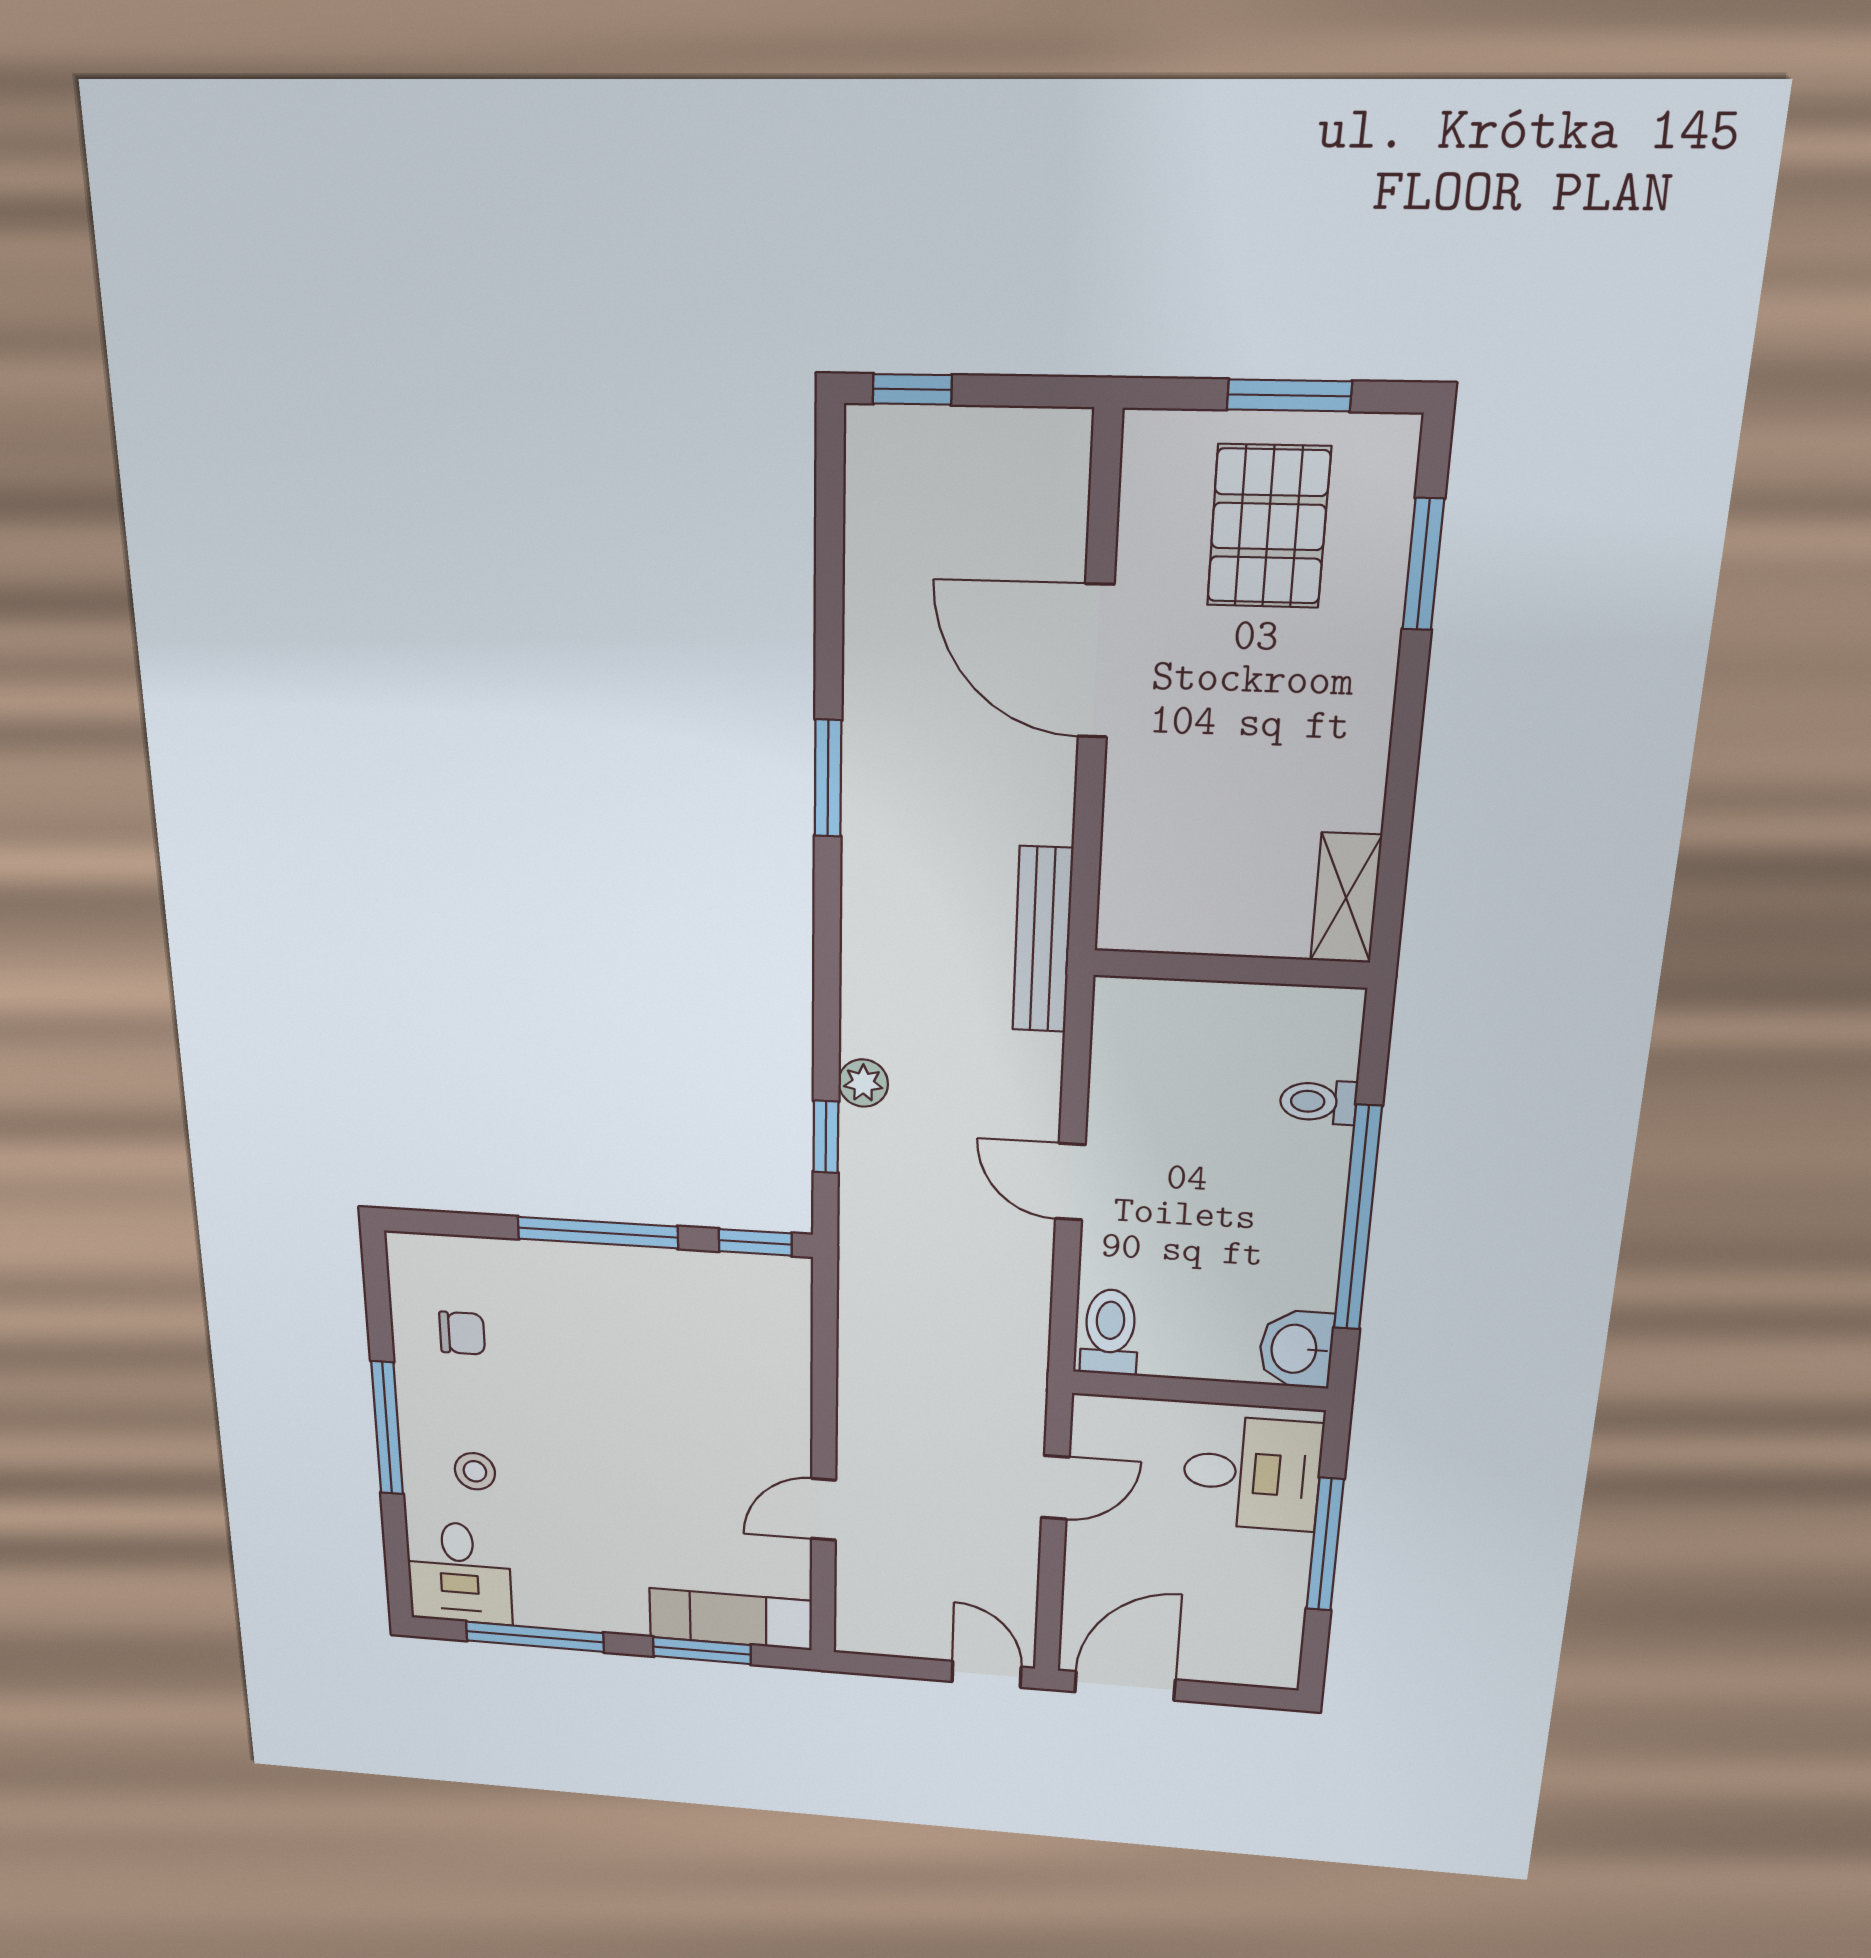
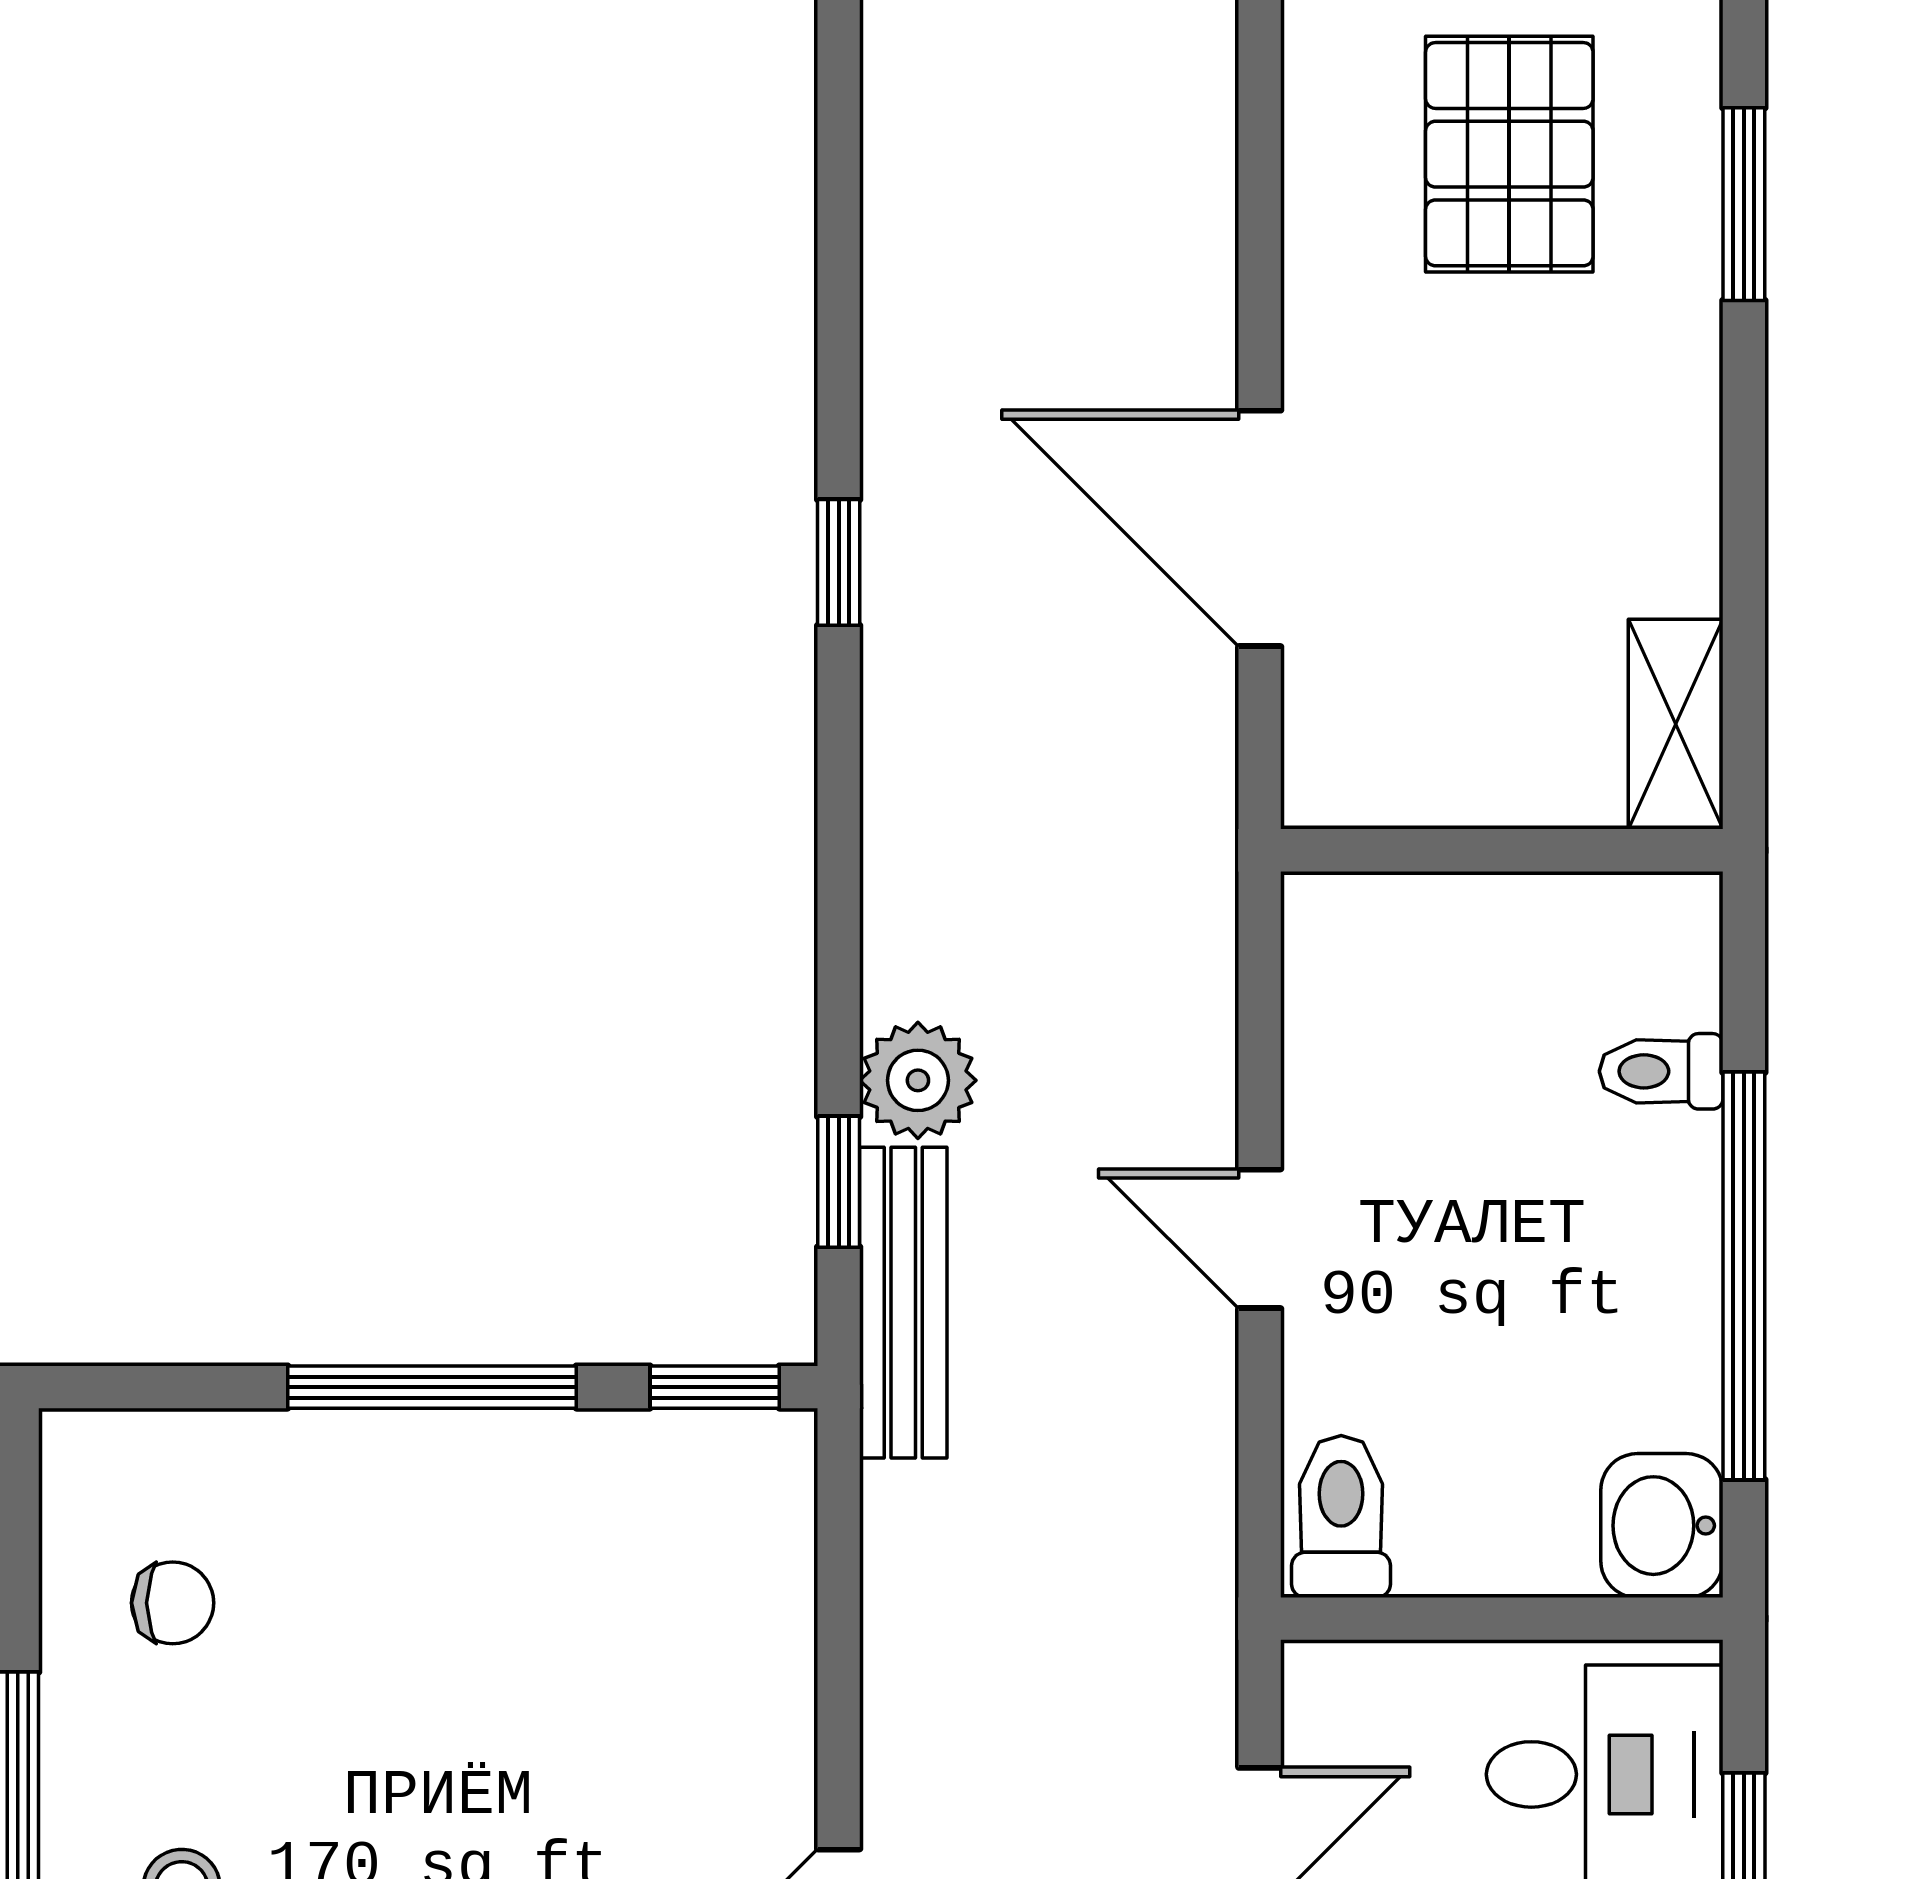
door: (1096, 661) -> (1260, 528), moved
window: (828, 778) -> (839, 562), width x0.67
bench: (1043, 940) -> (903, 1303), moved
plant: (863, 1083) -> (918, 1080), width x1.38, depth x1.38

